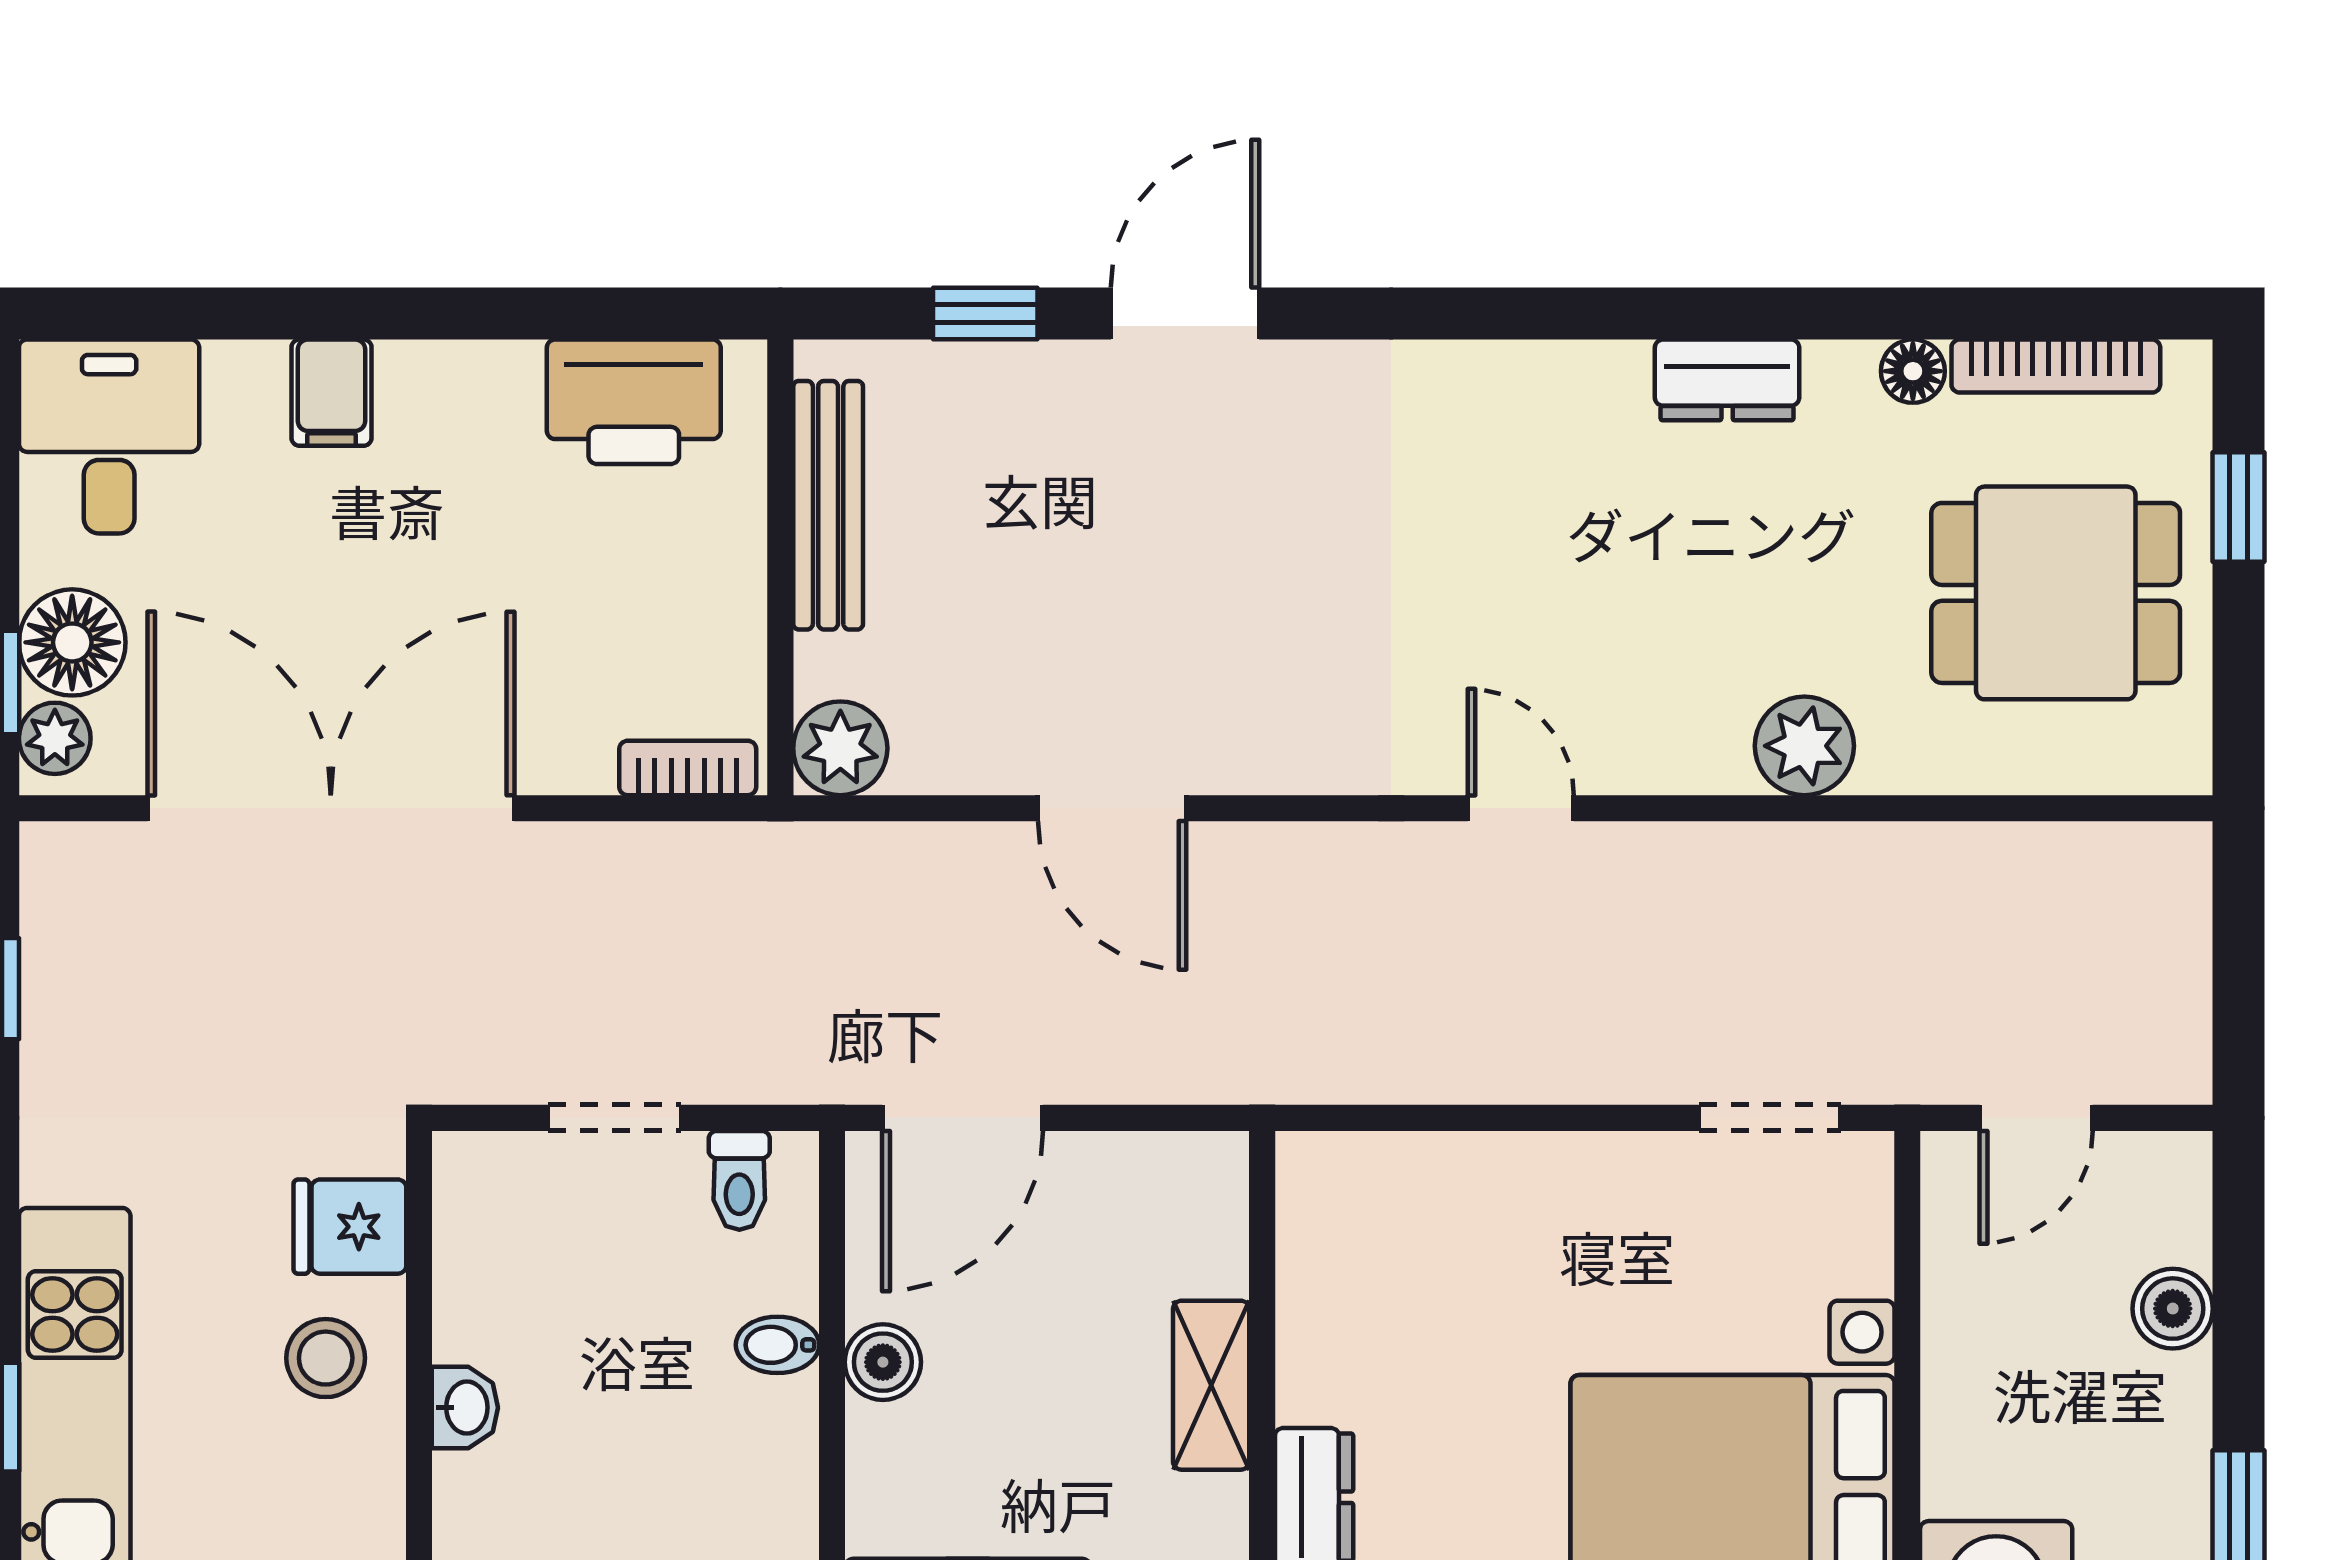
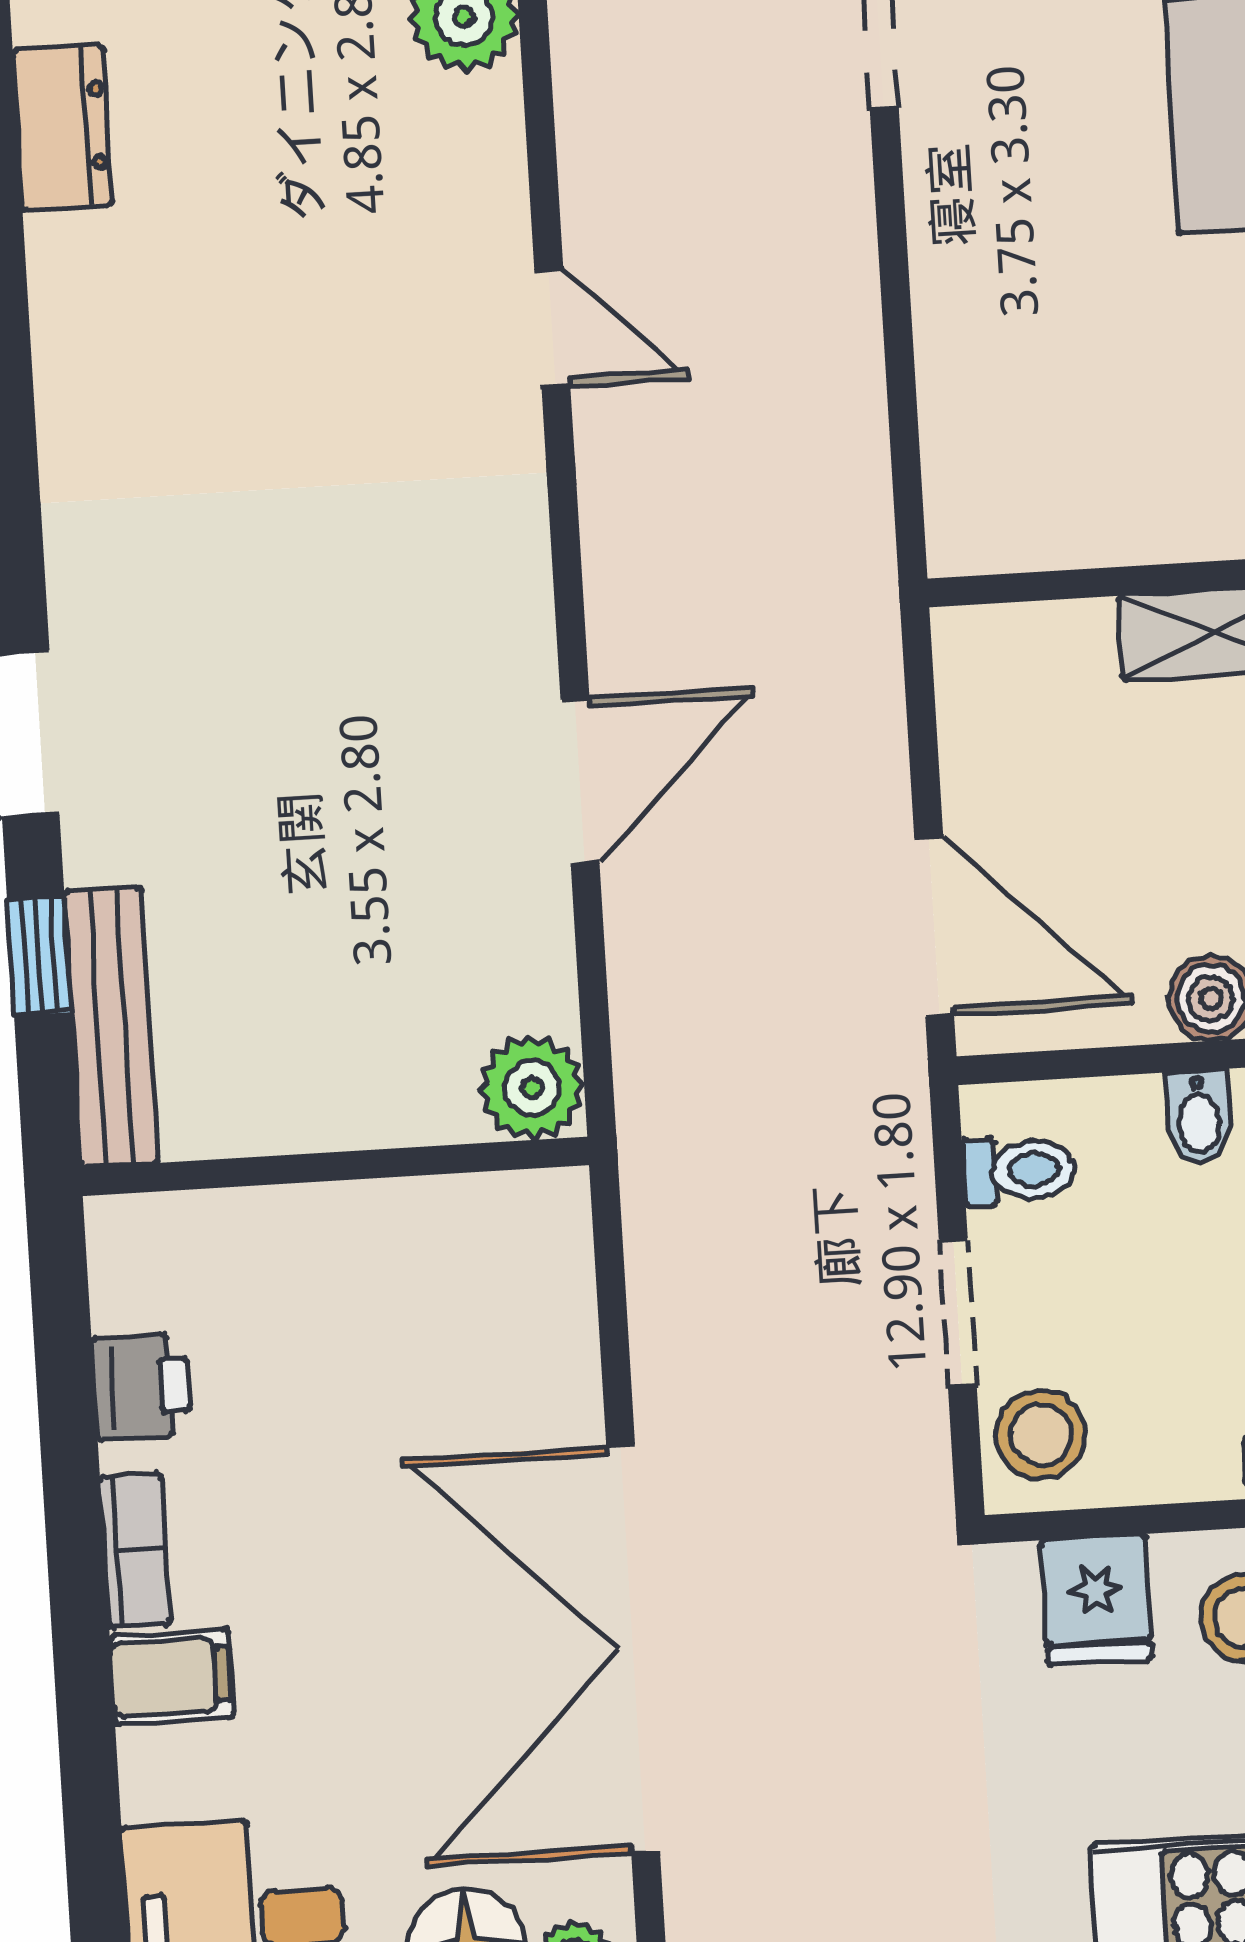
printer: (634, 402) -> (141, 1387), width x0.53, depth x0.68
bench: (828, 505) -> (111, 1027), moved, turned 90
bookcase: (688, 768) -> (135, 1551), moved, turned 180
door: (1521, 808) -> (552, 328), swing flipped
stool: (501, 1186) -> (1041, 1434), added

